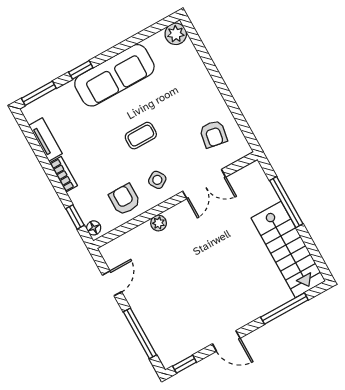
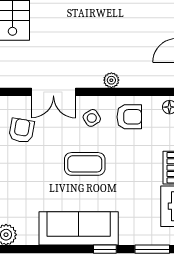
coffee table: (141, 136) -> (85, 164), width x1.36, depth x1.30
double door: (204, 184) -> (53, 92), swing flipped
armchair: (125, 199) -> (129, 117), turned -90

